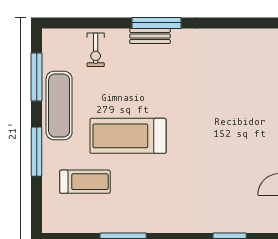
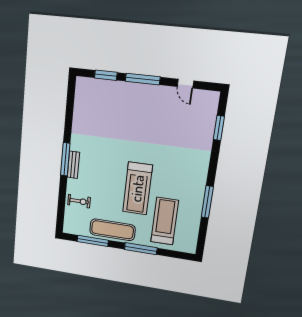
treadmill: (85, 182) -> (165, 221), width x1.37, depth x1.37

